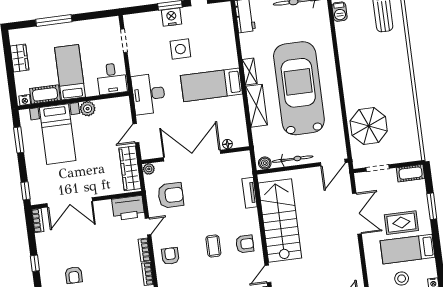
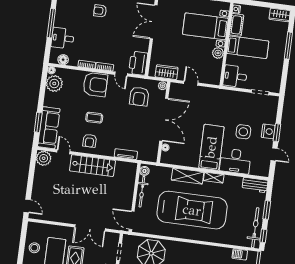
wardrobe: (19, 58) -> (280, 15), moved
desk: (148, 94) -> (235, 161), moved, turned 180
wardrobe: (130, 168) -> (167, 72), width x0.67
stairs: (280, 220) -> (92, 166), width x0.73, depth x0.66
armchair: (170, 256) -> (95, 85), width x1.88, depth x1.88

